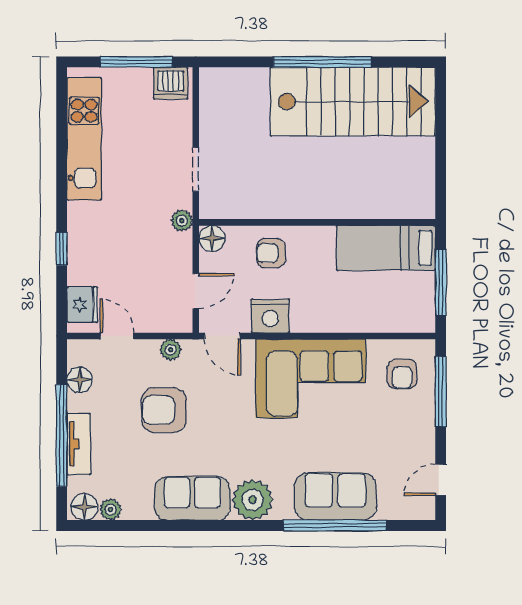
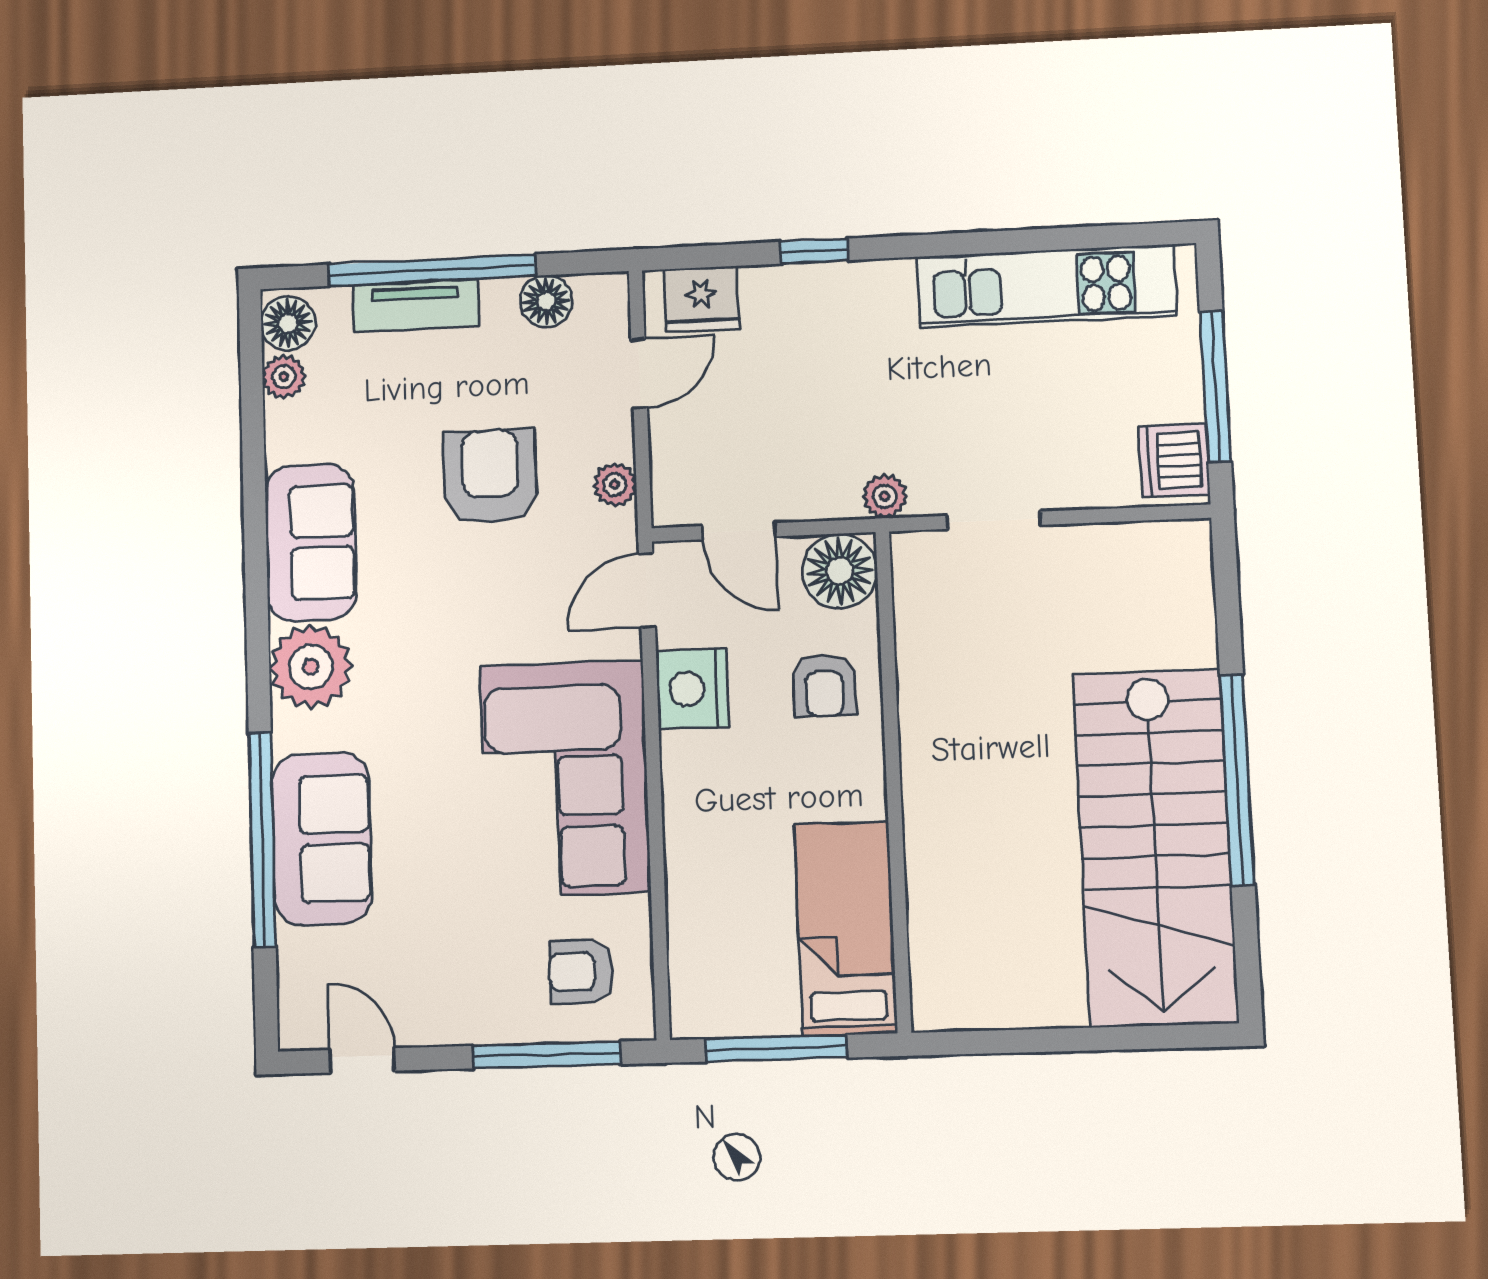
floor lamp: (212, 239) -> (840, 571), width x1.38, depth x1.38
armchair: (271, 253) -> (824, 685), turned 180

